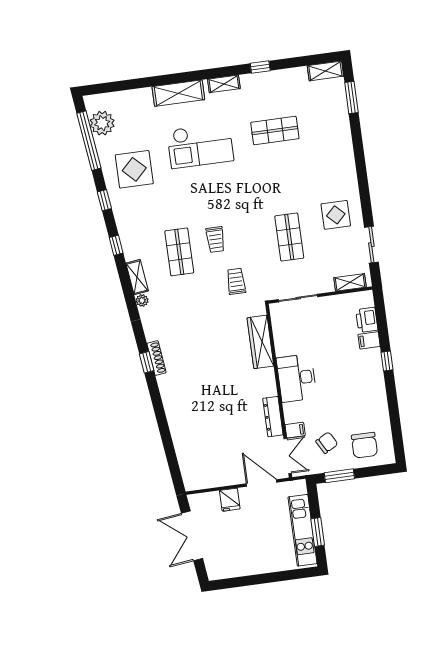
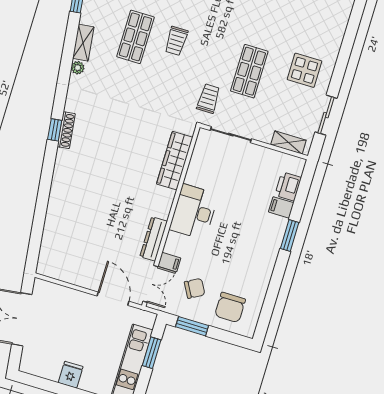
trolley: (236, 281) -> (208, 99), moved
window: (387, 361) -> (290, 235), width x1.50
fridge: (230, 500) -> (71, 375), moved, turned 180
window: (318, 532) -> (152, 353), moved

